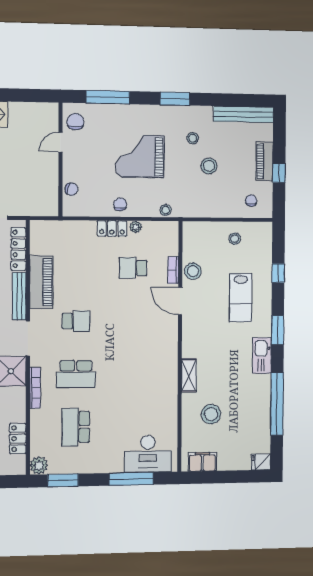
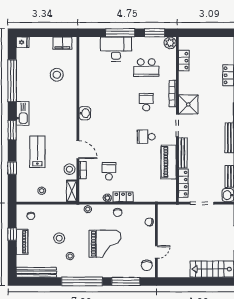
window: (175, 99) -> (82, 281), width x2.11
school desk: (133, 268) -> (109, 171), turned -90
washbasin: (169, 356) -> (85, 113), added
school desk: (76, 374) -> (146, 102), width x0.54
shelving: (189, 375) -> (72, 191), moved
school desk: (76, 427) -> (146, 68), turned 90
desk: (148, 454) -> (116, 49), moved
window: (131, 479) -> (120, 33), moved

